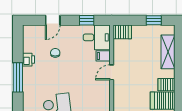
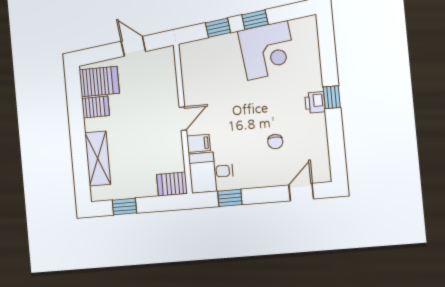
door: (53, 20) -> (301, 192), moved
printer: (28, 60) -> (315, 102), moved
window: (18, 77) -> (332, 97), width x0.46

